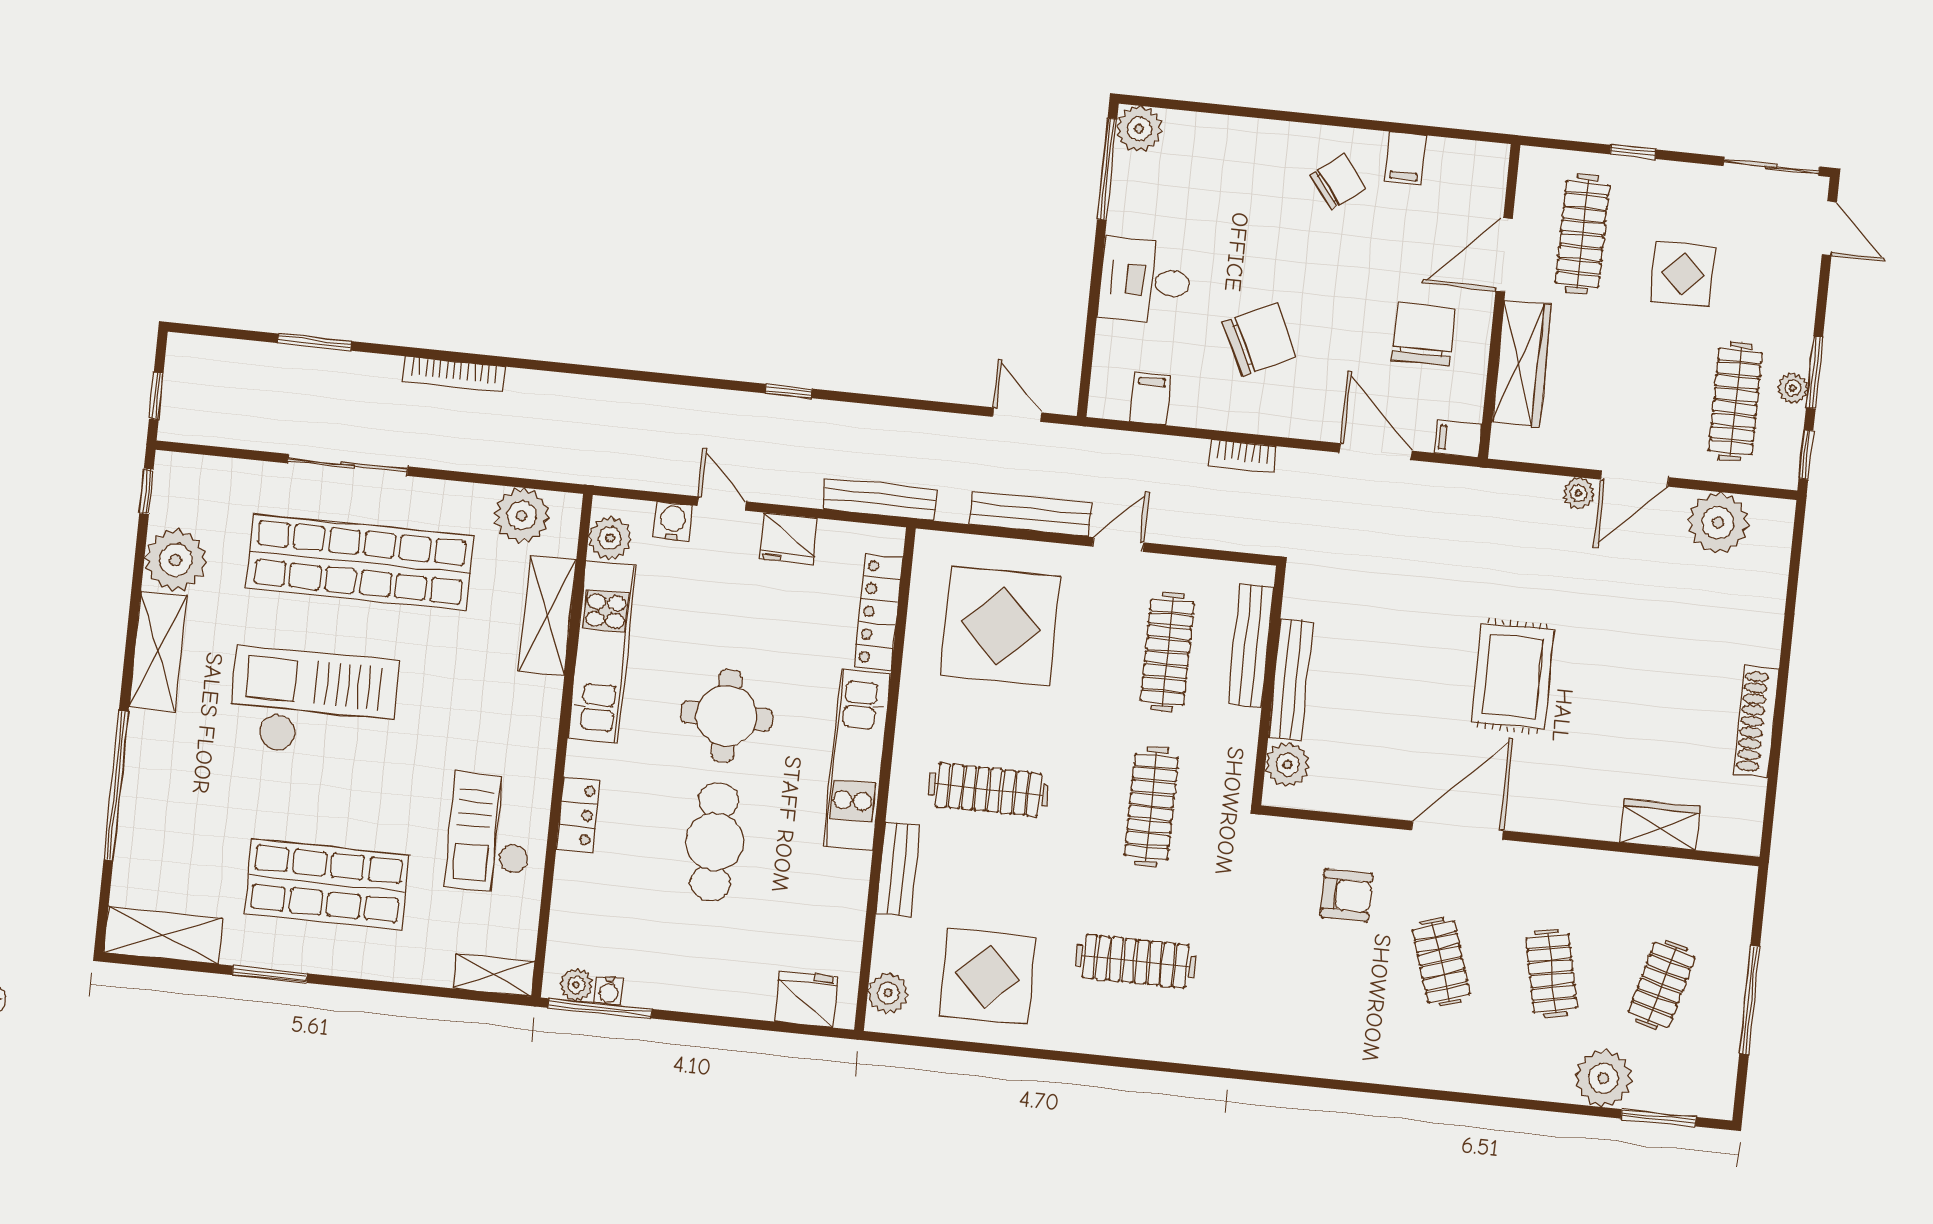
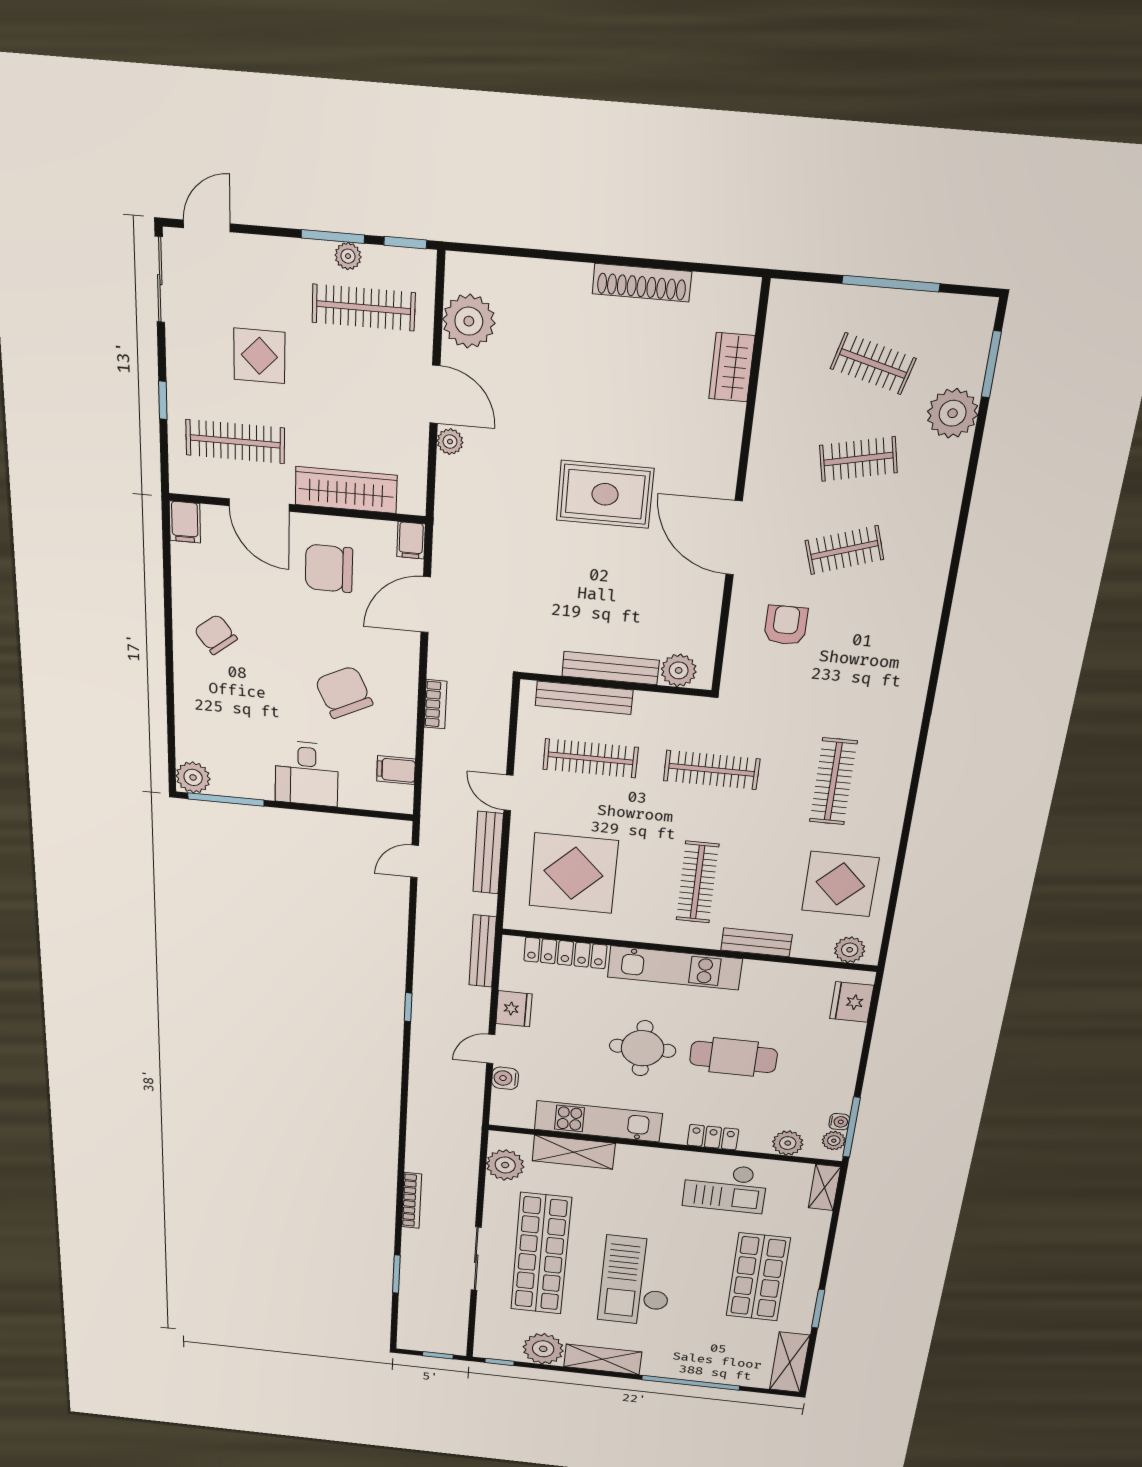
filing cabinet: (1406, 158) -> (185, 522), moved, turned 90
plant: (610, 538) -> (788, 1143), moved

